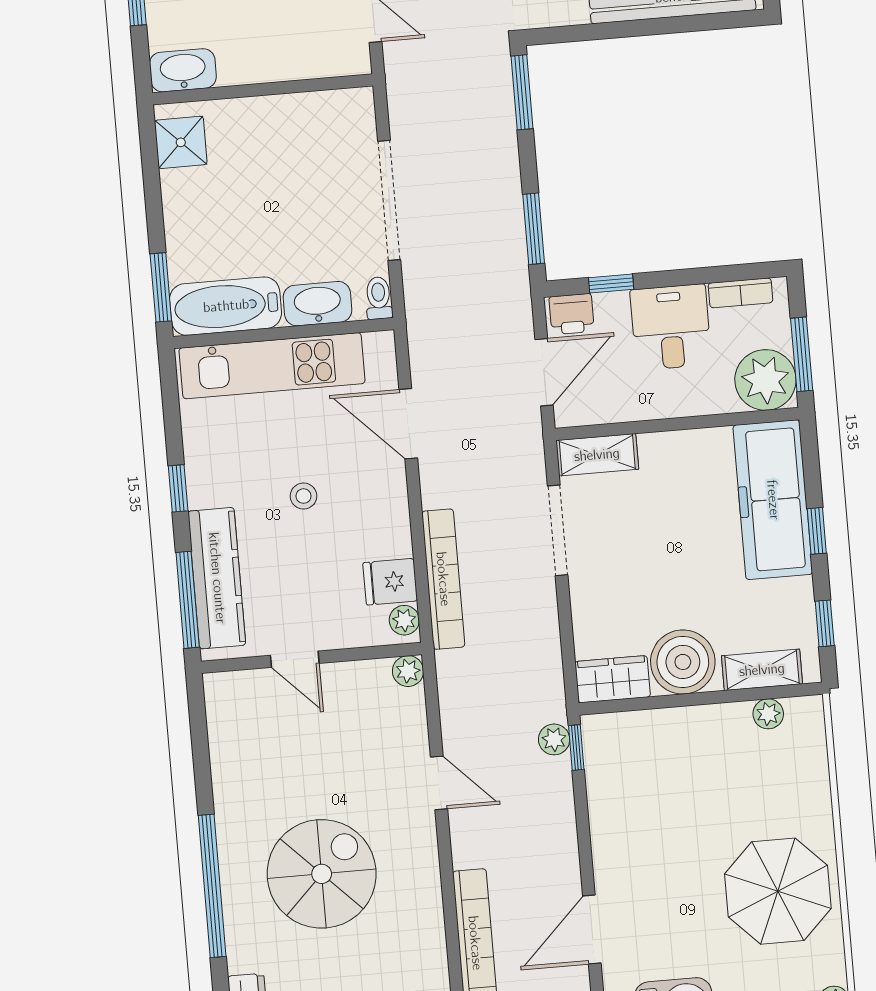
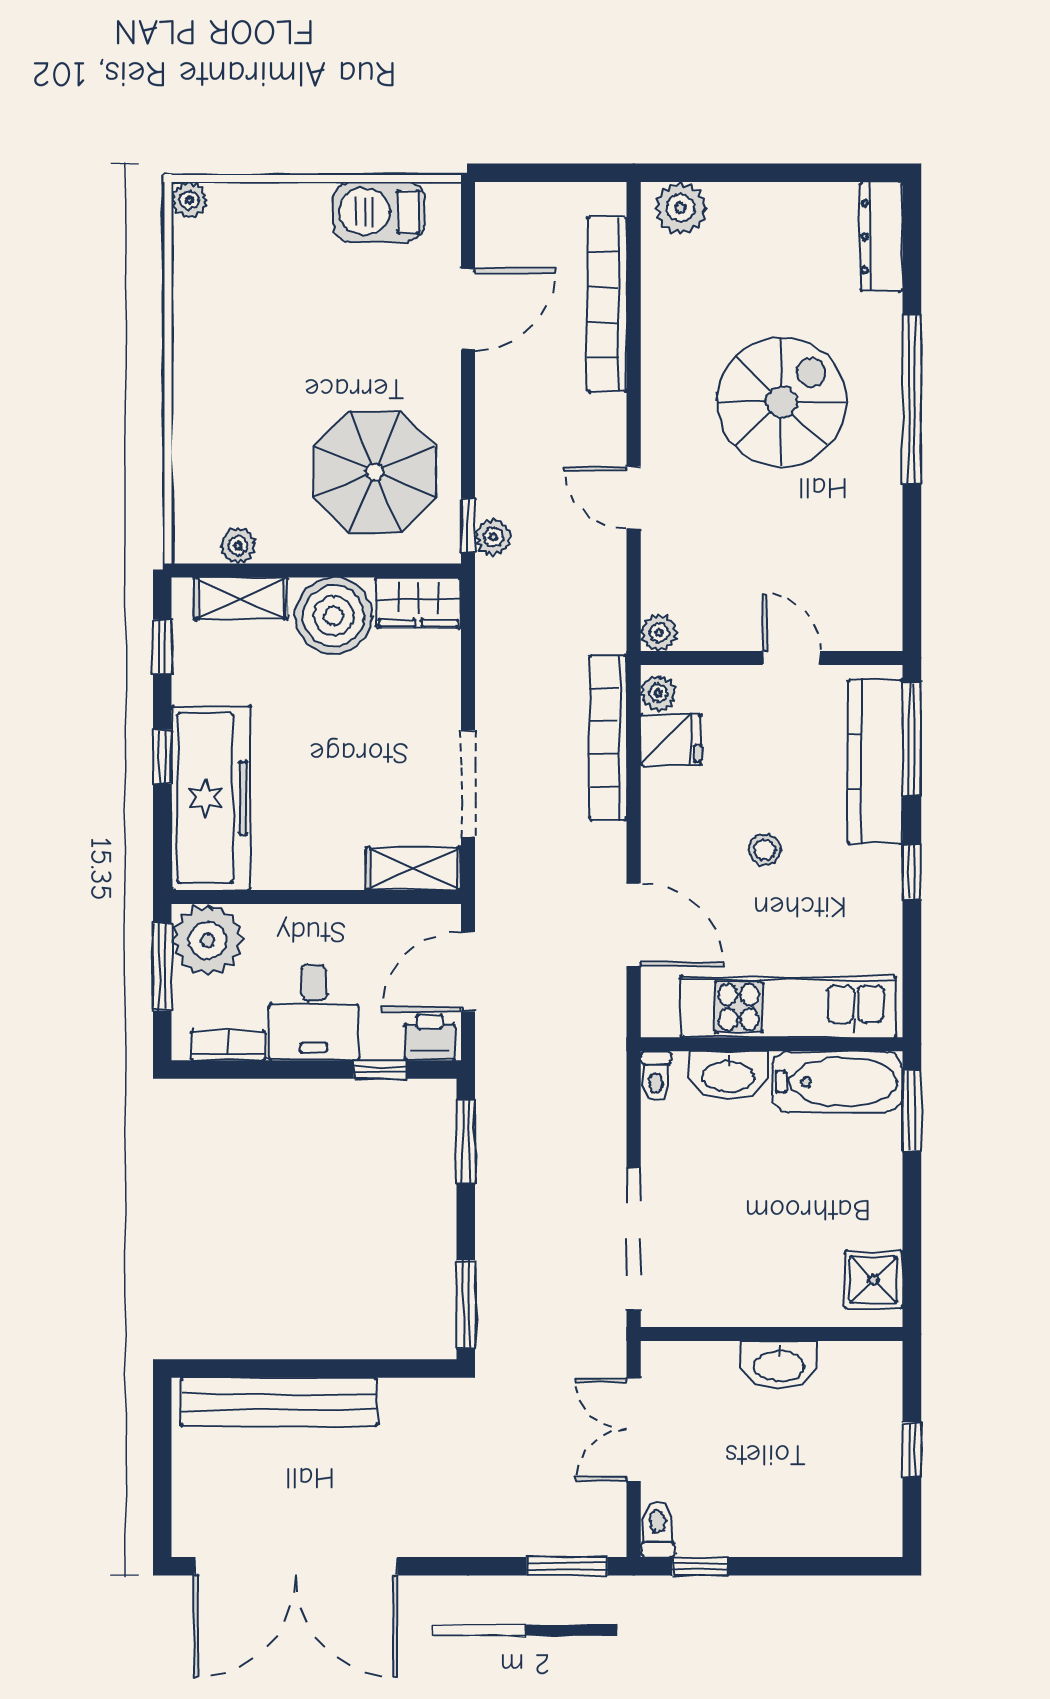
washbasin: (183, 70) -> (779, 1365), moved
doorway: (389, 200) -> (634, 1239), moved
spiral stairs: (322, 874) -> (781, 402), turned 180
parasol: (778, 891) -> (375, 472), moved

